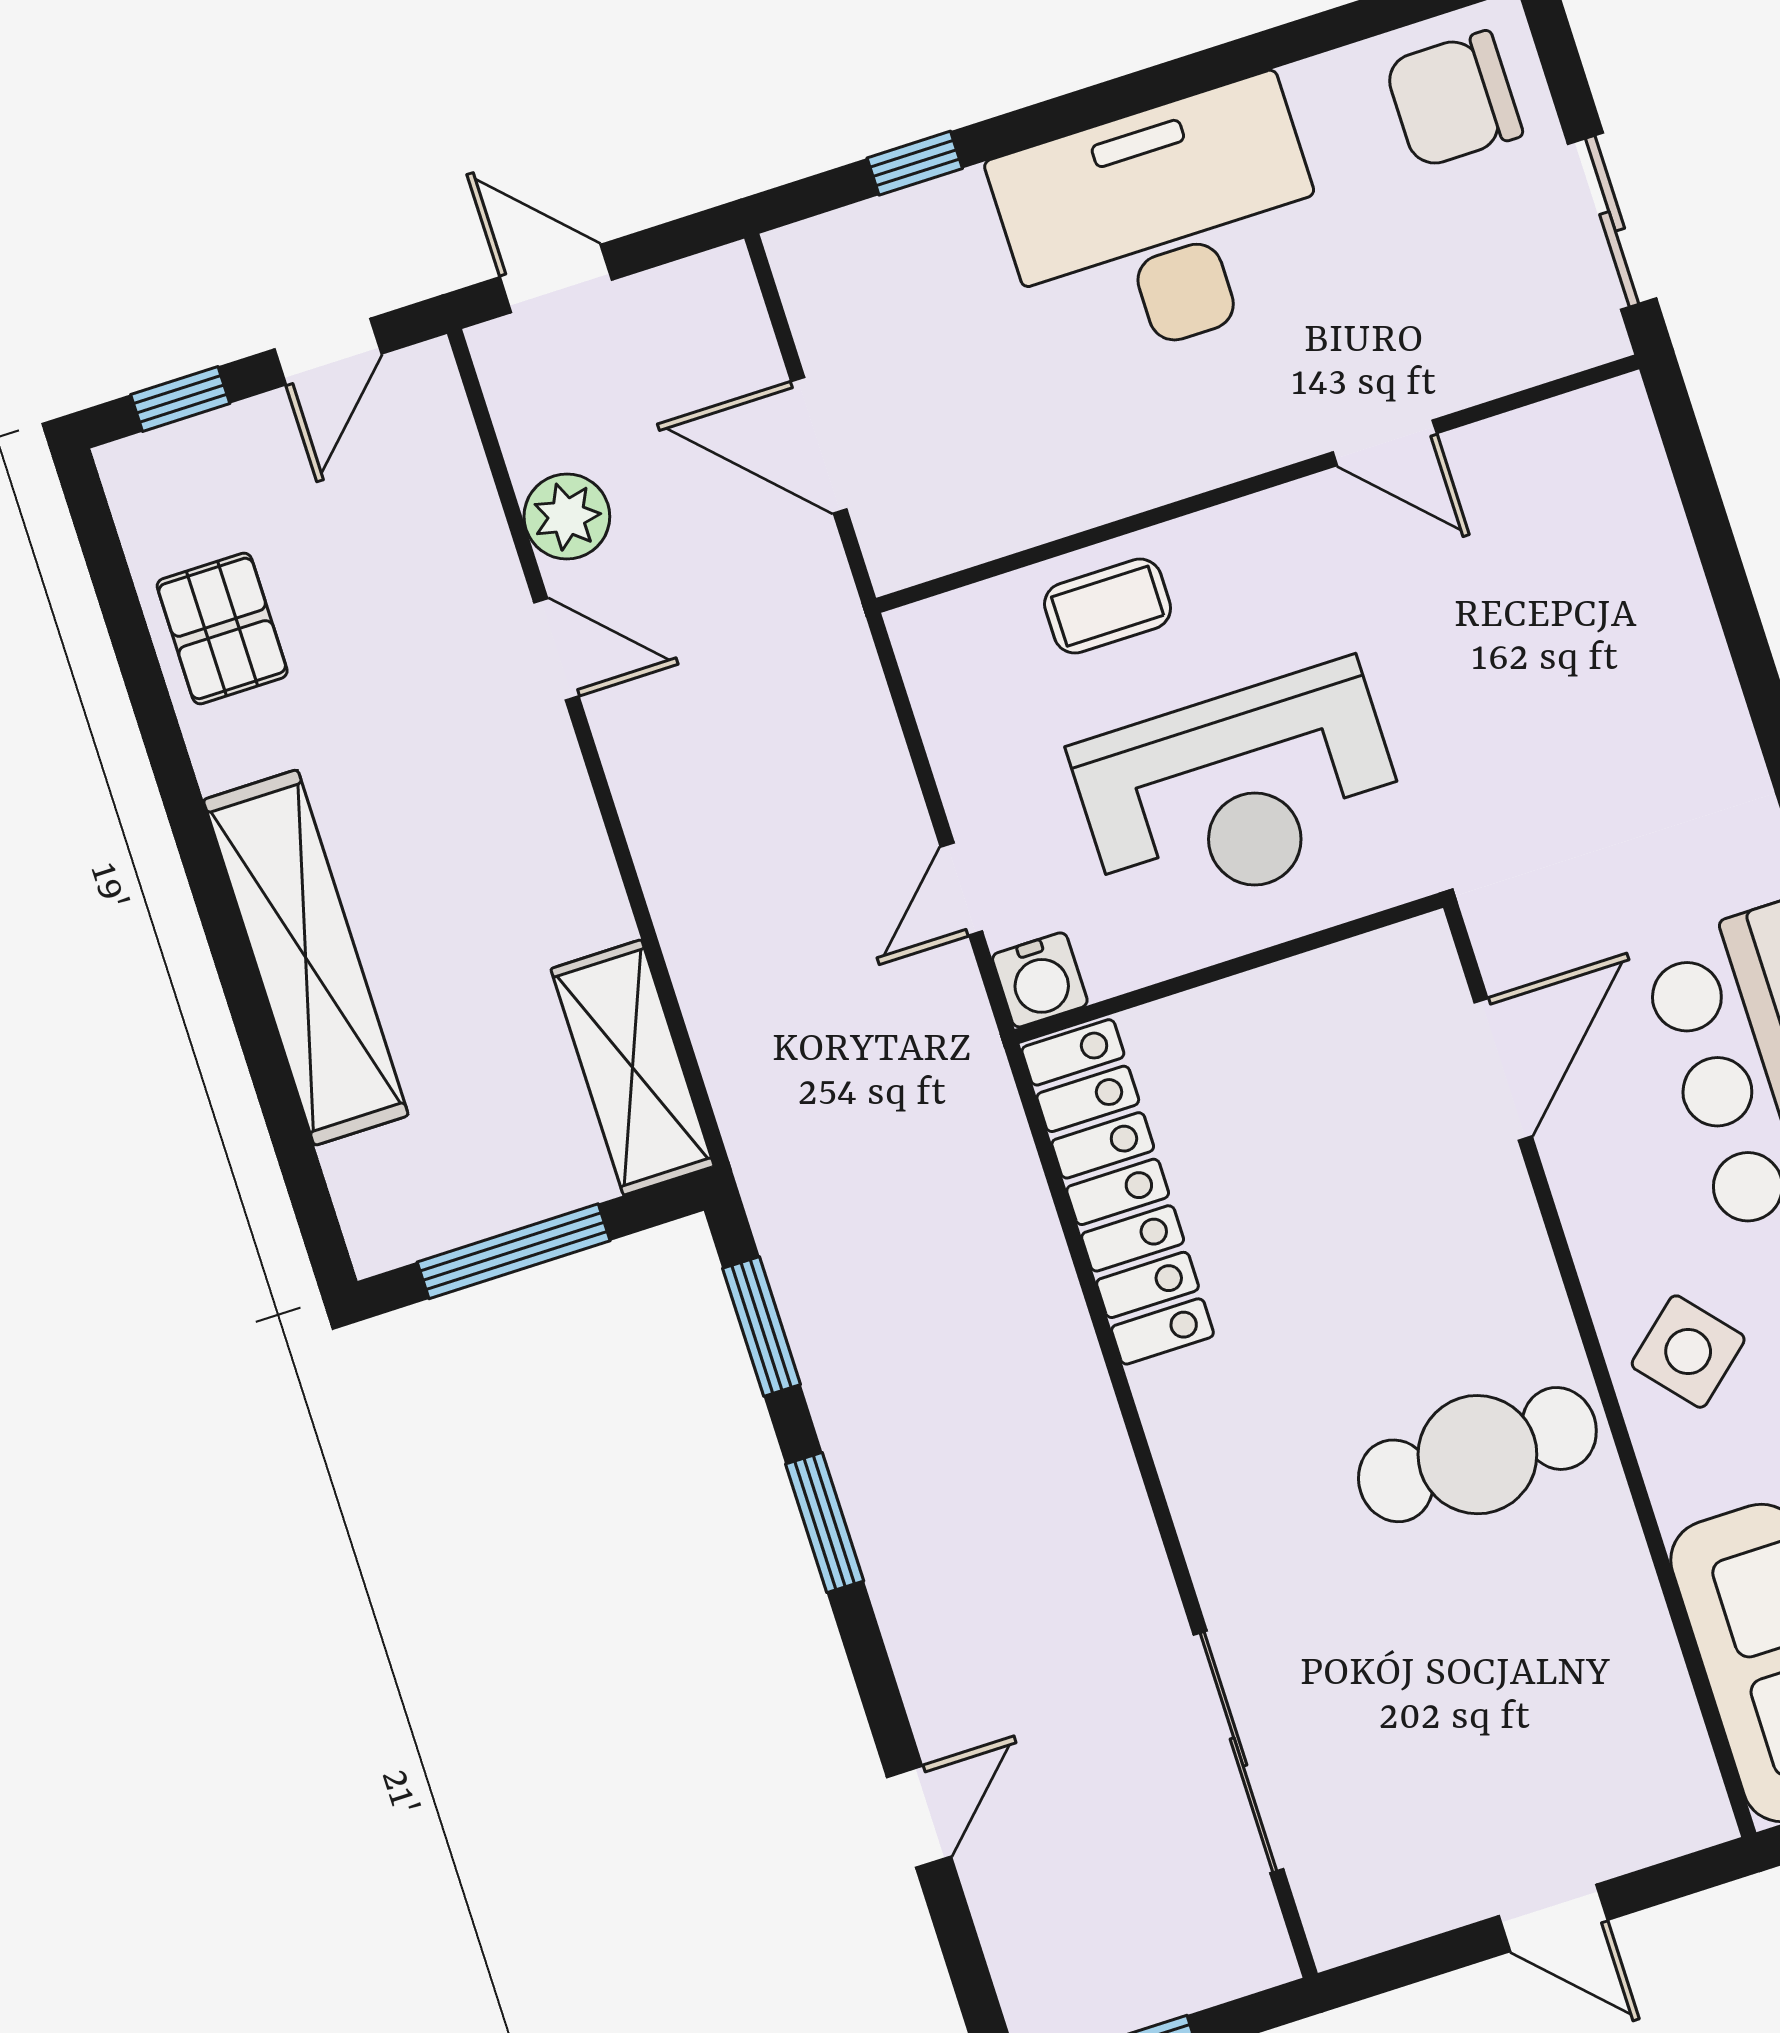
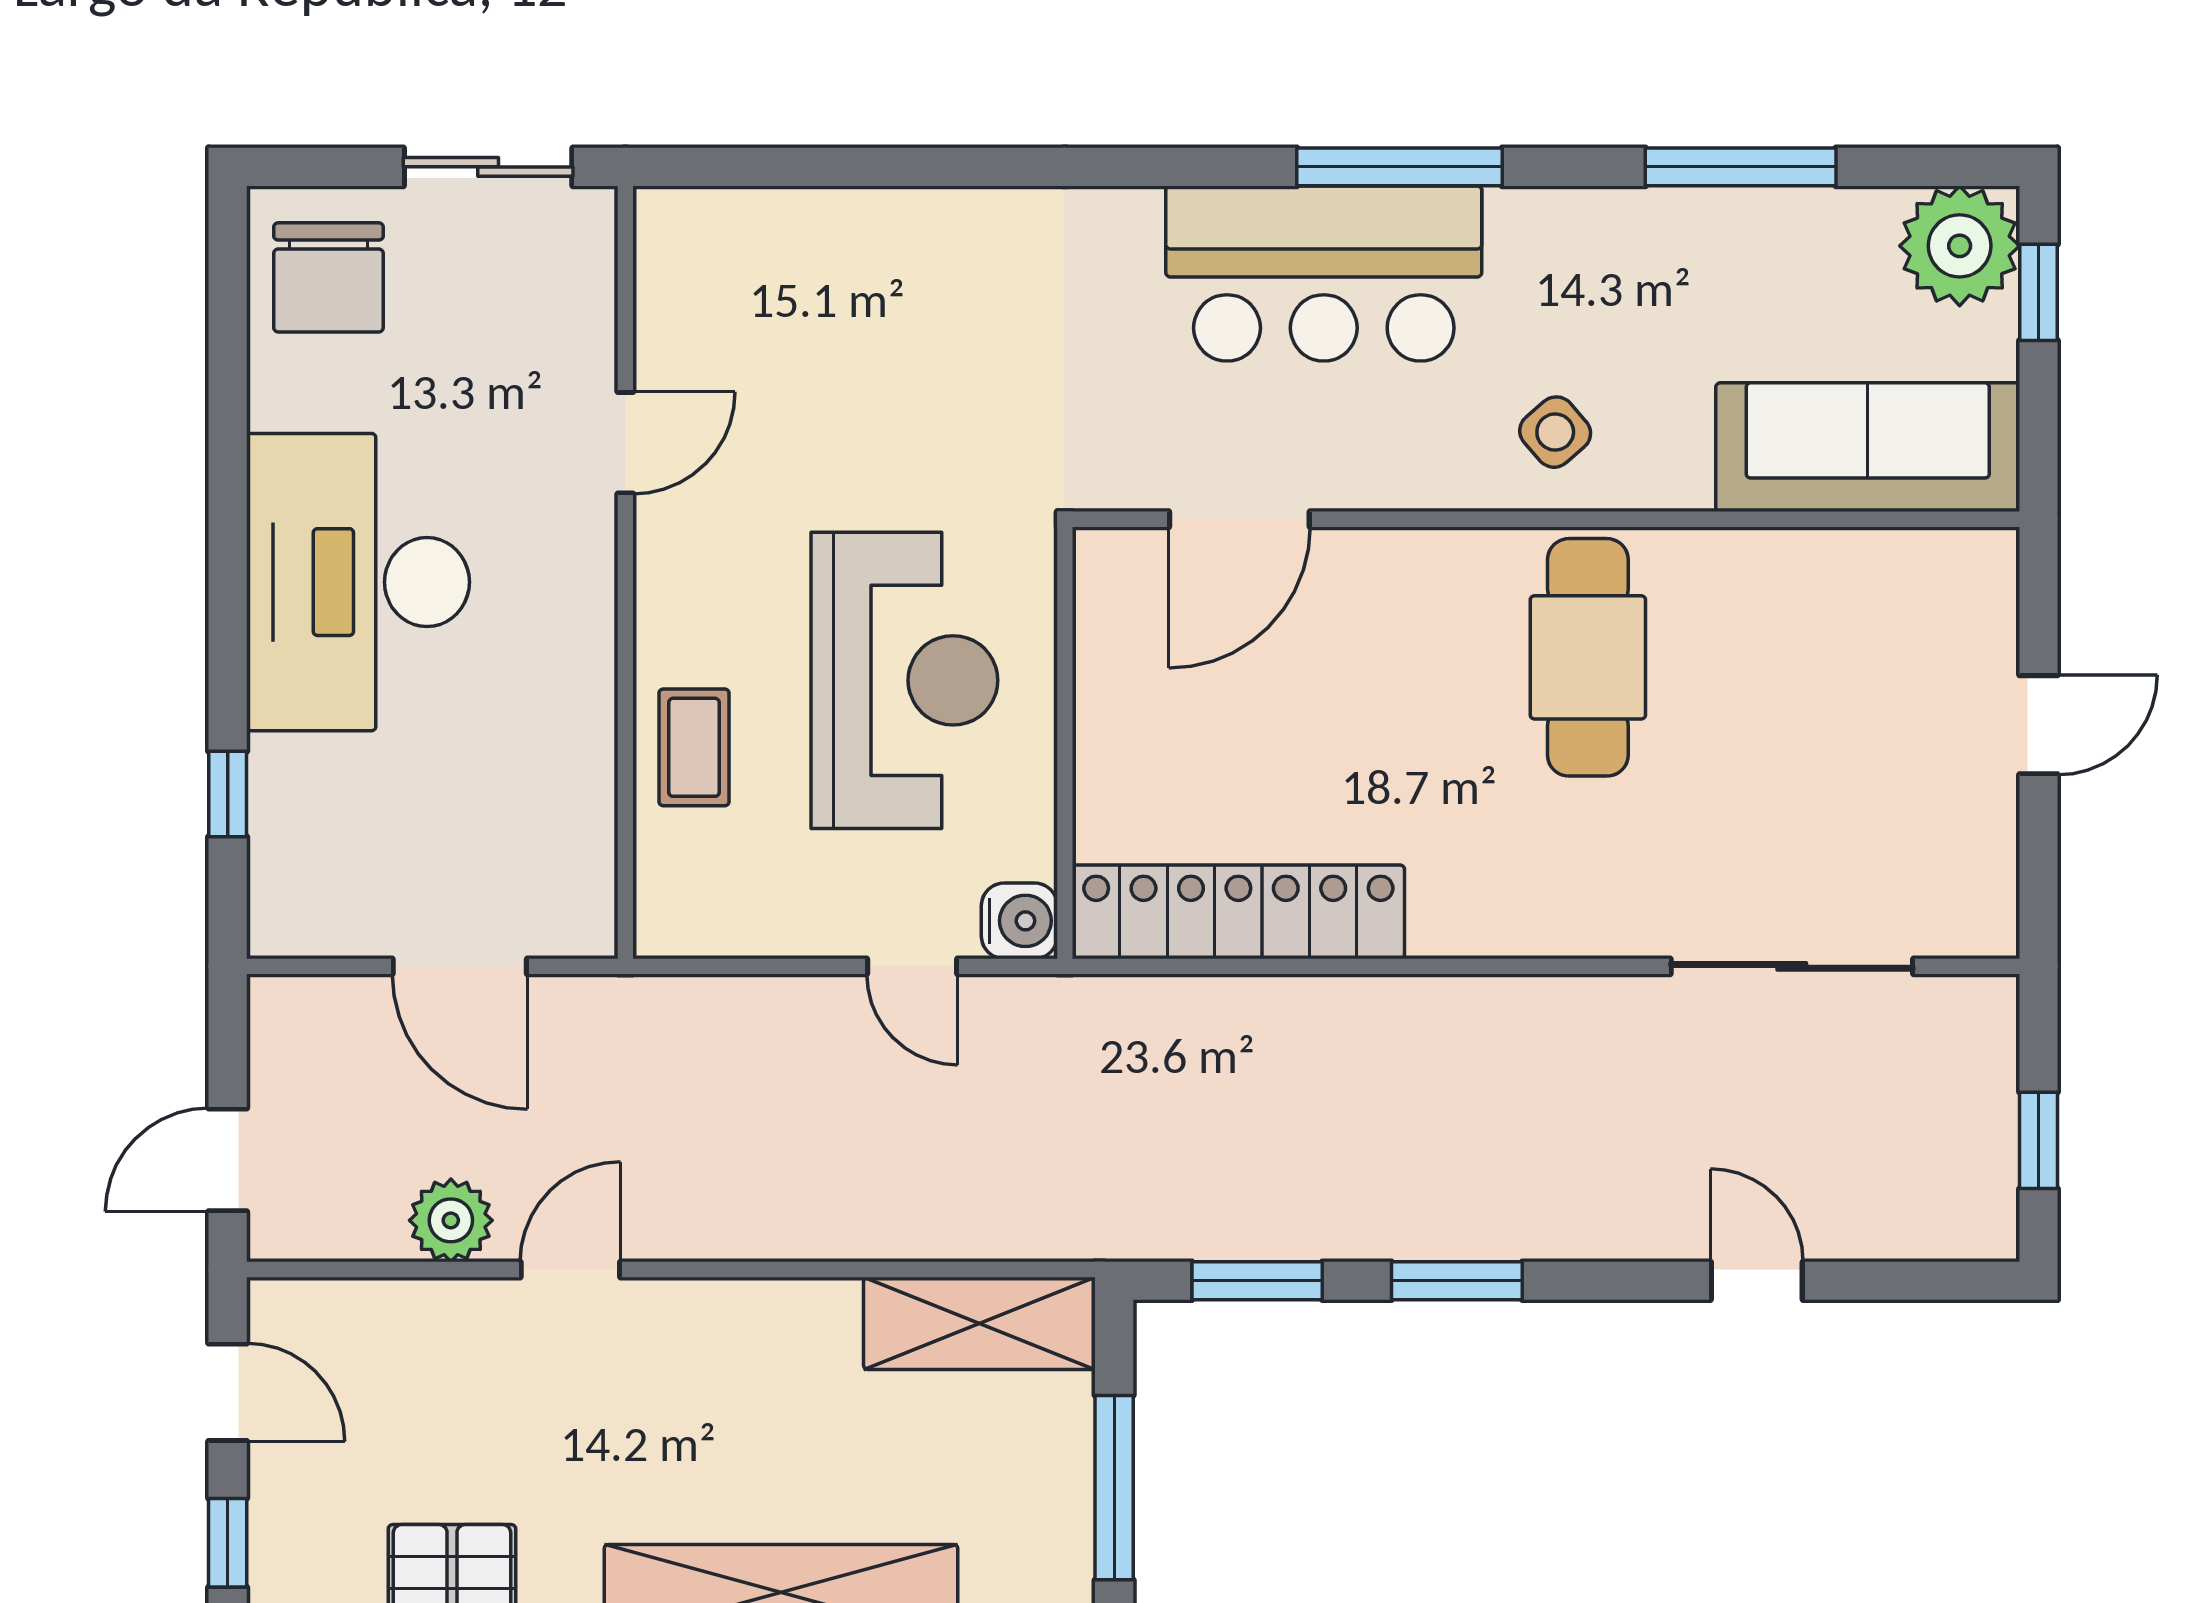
door: (819, 445) -> (460, 966), hinge flipped
door: (1503, 1069) -> (1239, 519), swing flipped
side table: (1688, 1352) -> (1555, 432), width x0.73, depth x0.73

